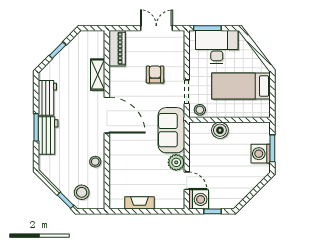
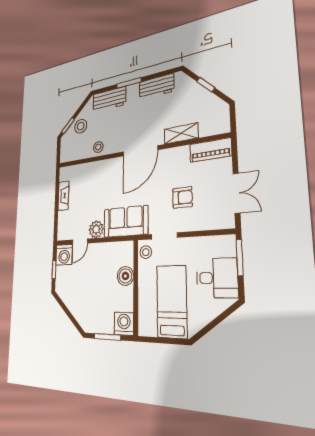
desk: (217, 47) -> (217, 278), width x0.73
workbench: (48, 136) -> (109, 99), moved
washing machine: (261, 154) -> (124, 324), moved
stool: (82, 192) -> (81, 126), moved

